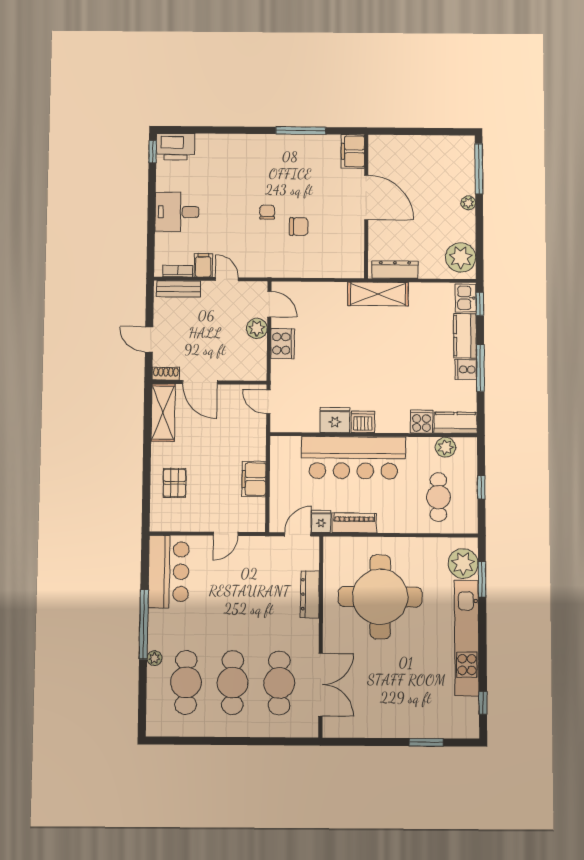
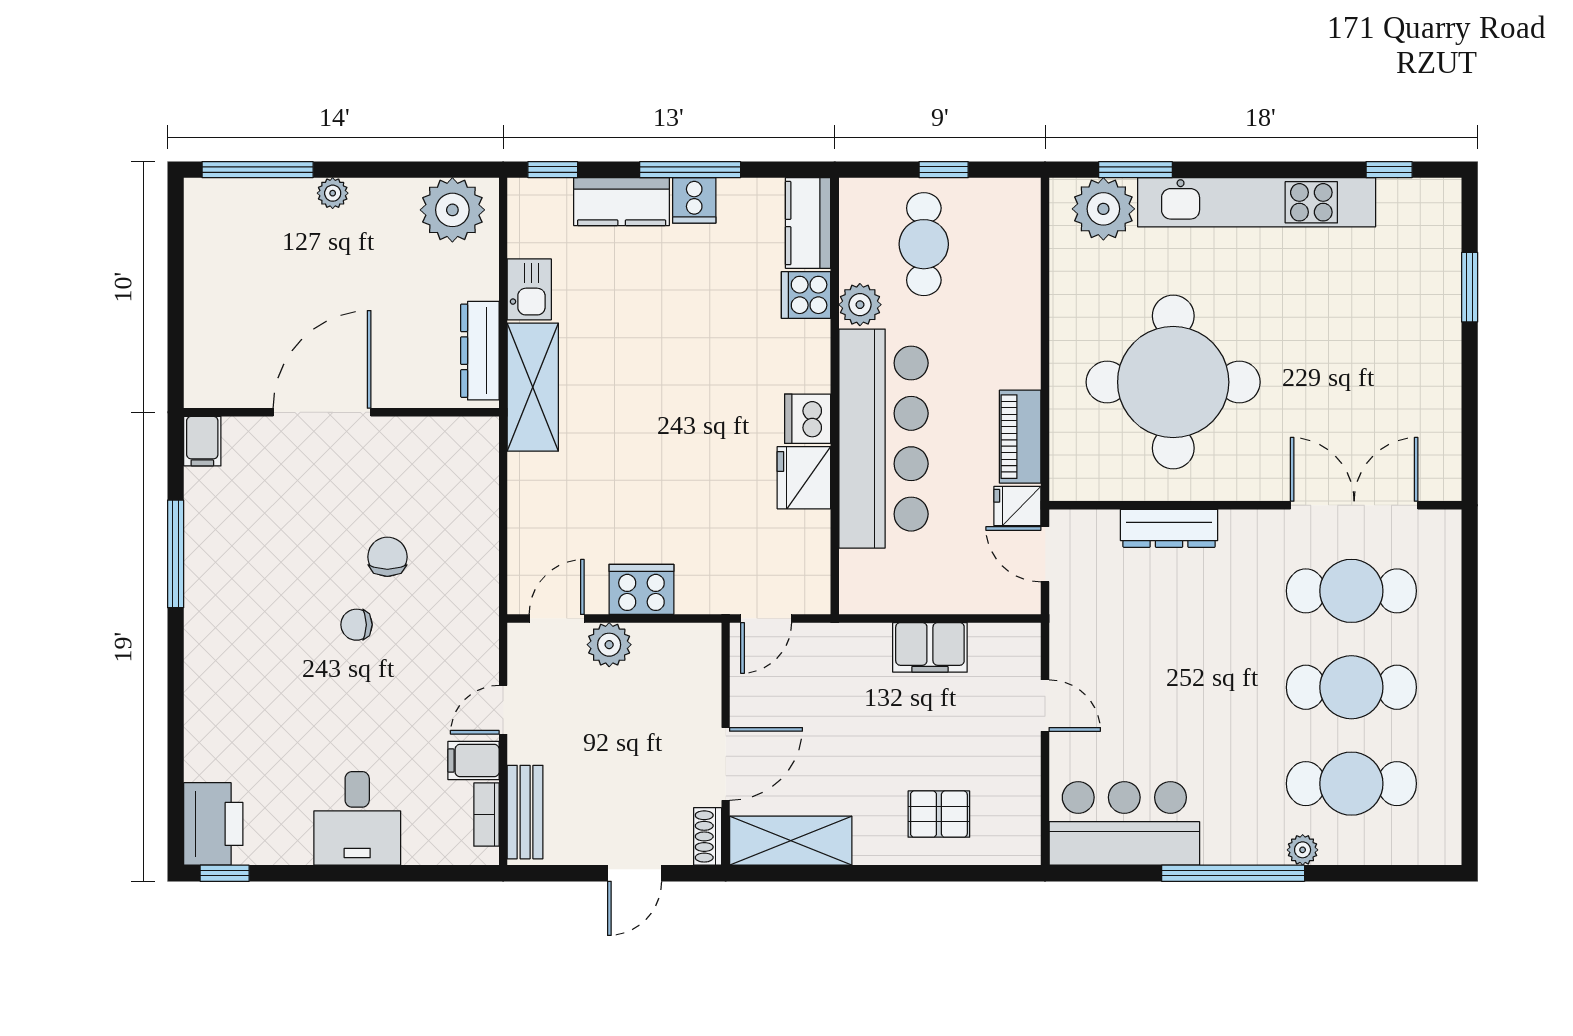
filing cabinet: (353, 151) -> (202, 441), width x0.50
kitchen sink: (466, 298) -> (529, 289), moved, turned -90
plant: (446, 447) -> (860, 305), moved
cafe table: (438, 497) -> (924, 244), moved, turned 90

